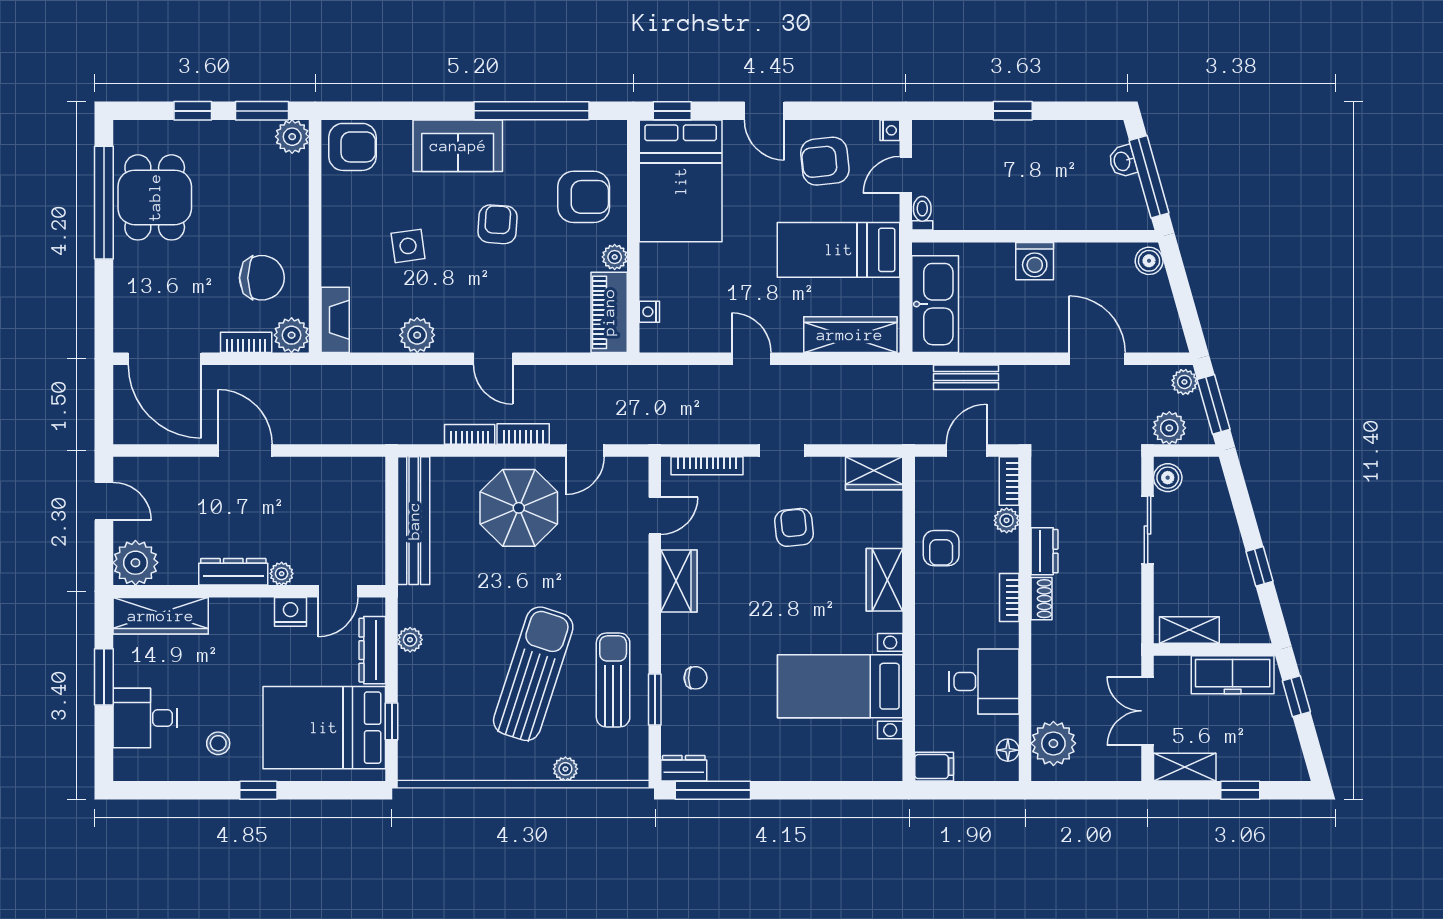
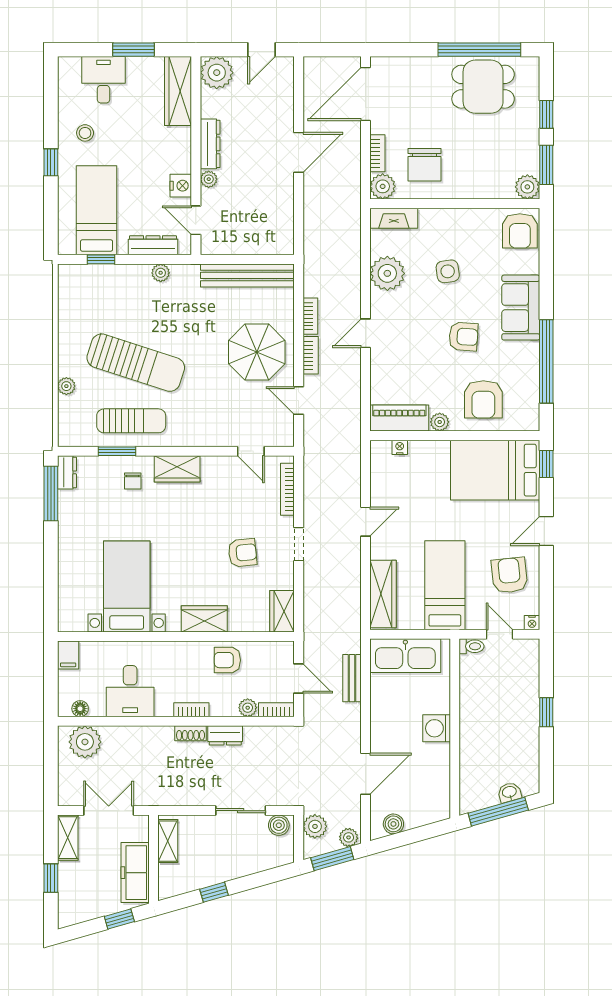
boiler: (1149, 261) -> (393, 824), moved
plant: (417, 335) -> (387, 273), width x1.36, depth x1.36
wardrobe: (679, 581) -> (177, 469), moved
bed: (324, 728) -> (97, 210), width x0.67

